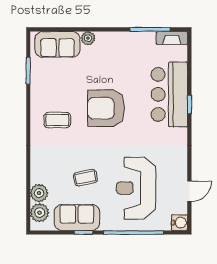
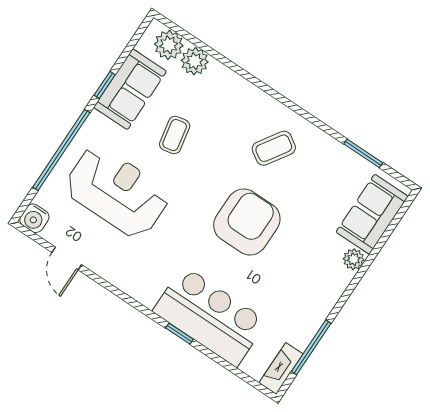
coffee table: (57, 120) -> (274, 148), turned 33

